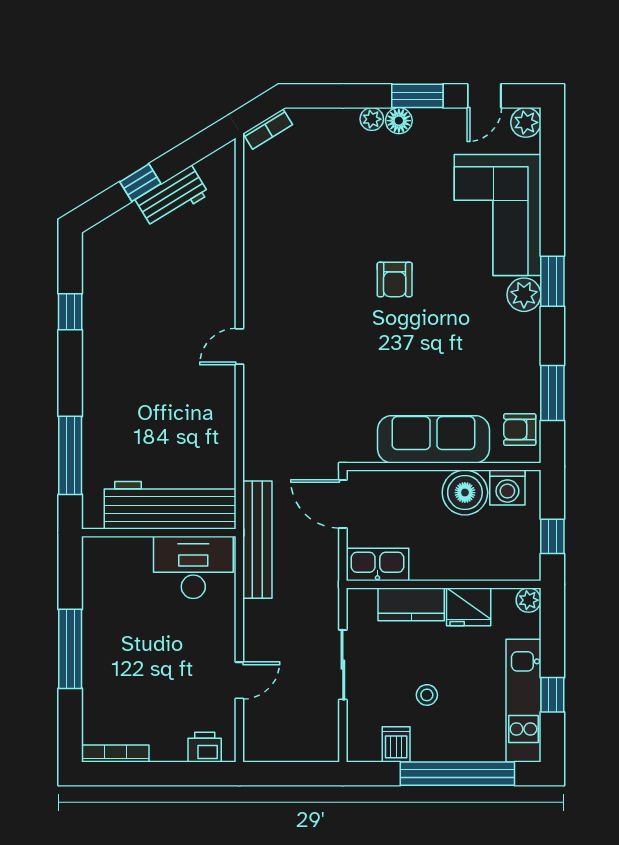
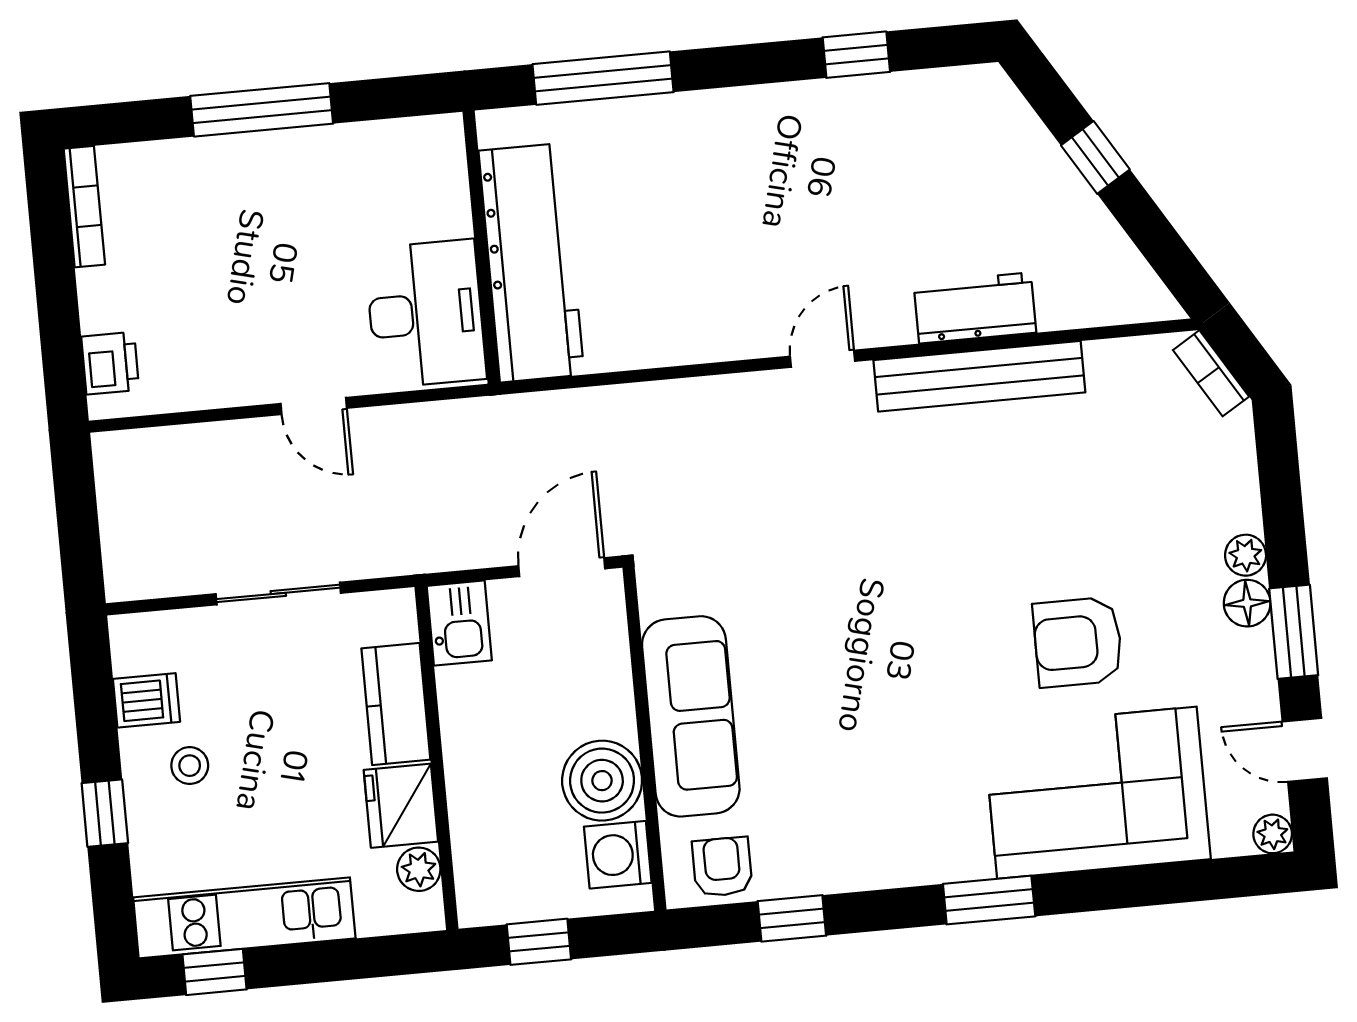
plant: (526, 122) -> (1273, 834), width x0.73, depth x0.73
workbench: (172, 197) -> (975, 308), moved, turned 122
armchair: (395, 279) -> (1078, 642), moved, width x1.38, depth x1.38
plant: (524, 295) -> (961, 852), removed
door: (239, 347) -> (823, 359), hinge flipped
window: (552, 393) -> (792, 918), width x0.67
bench: (257, 540) -> (979, 376), moved
kitchen sink: (377, 565) -> (459, 623), width x0.73
plant: (529, 600) -> (419, 869), moved
door: (239, 680) -> (314, 406), moved
stool: (427, 695) -> (190, 766), moved
window: (552, 695) -> (214, 972), moved
window: (457, 774) -> (105, 813), width x0.32

